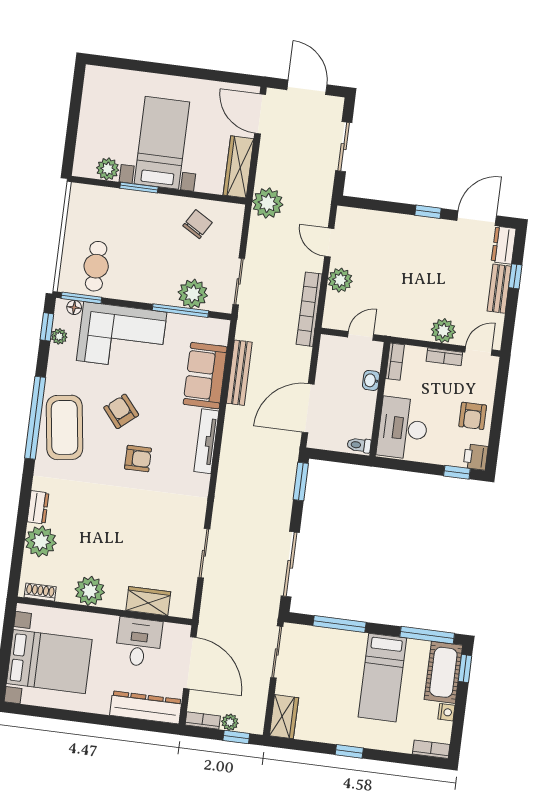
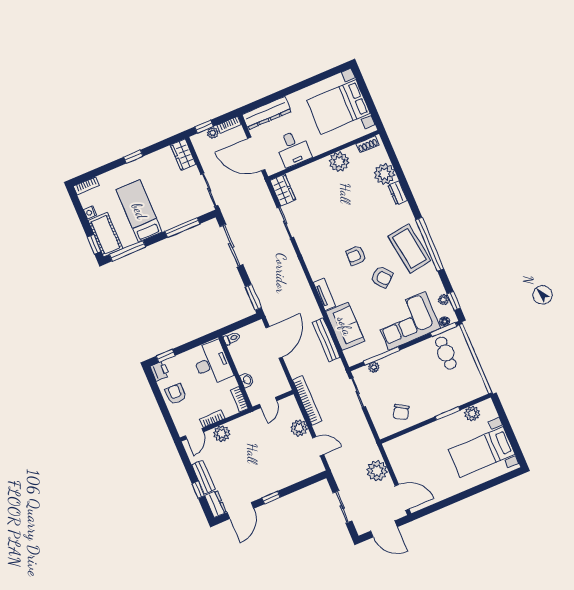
bed with nightstands: (162, 143) -> (482, 452), moved, turned 90
wardrobe: (238, 167) -> (397, 459), removed
plant: (268, 203) -> (377, 471), moved
plant: (193, 294) -> (374, 367), width x0.53, depth x0.53
tv unit: (206, 441) -> (324, 294), width x0.71
wardrobe: (148, 601) -> (283, 190), moved, turned -90

